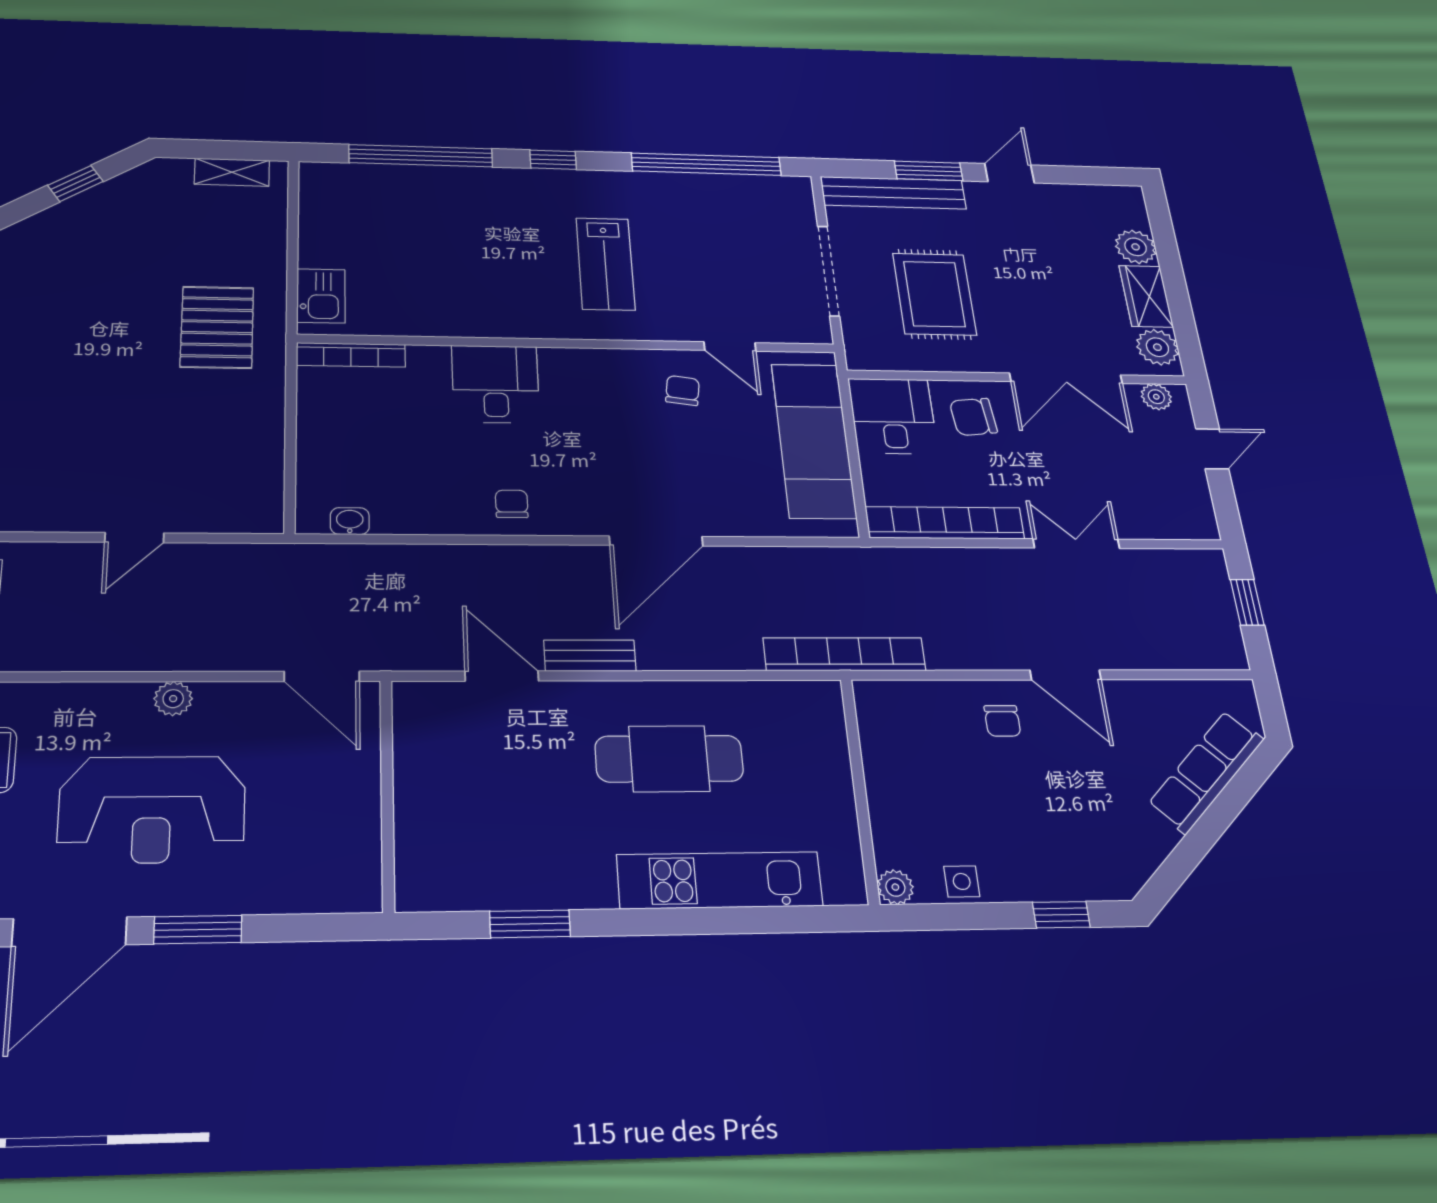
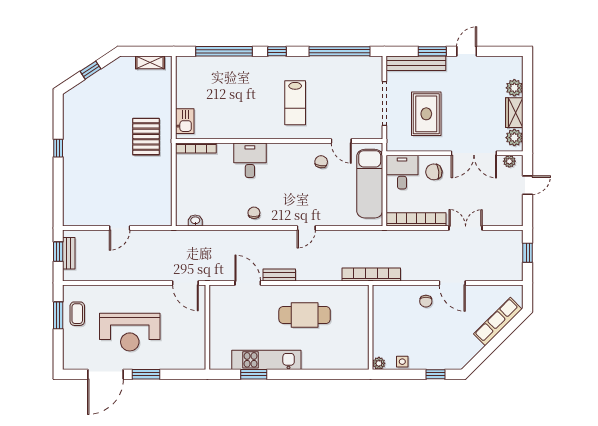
door: (656, 541) -> (306, 228), width x0.53
plant: (173, 699) -> (135, 291), removed
kitchen unit: (720, 880) -> (266, 360), moved

